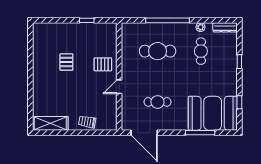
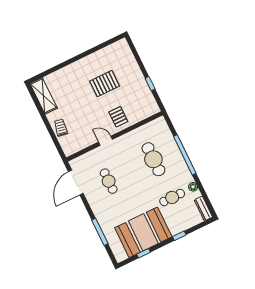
pallet: (66, 62) -> (105, 84), width x1.50, depth x1.42
booth: (213, 113) -> (143, 232), moved, turned 90

